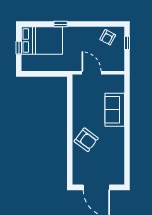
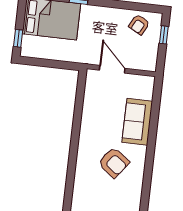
window: (19, 48) -> (18, 38), moved
armchair: (86, 140) -> (114, 163), moved

